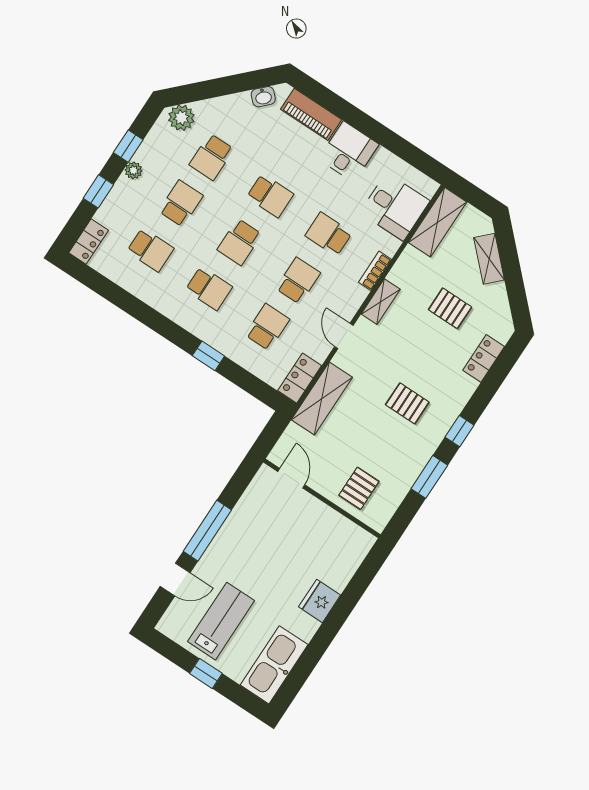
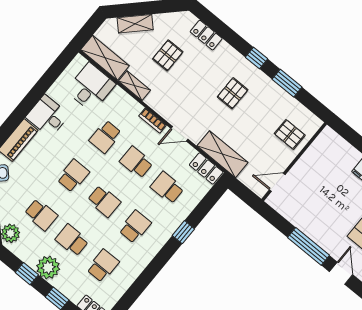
plant: (133, 170) -> (48, 267), width x1.87, depth x1.87
bookcase: (375, 271) -> (152, 121), moved
shelving: (381, 302) -> (135, 86), moved

